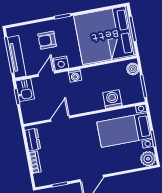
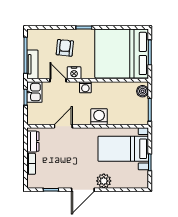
armchair: (47, 40) -> (65, 48), turned 96
tv unit: (17, 57) -> (32, 64), width x0.71
door: (46, 74) -> (58, 80), hinge flipped
washing machine: (112, 99) -> (99, 117), moved
plant: (148, 159) -> (104, 181), moved

